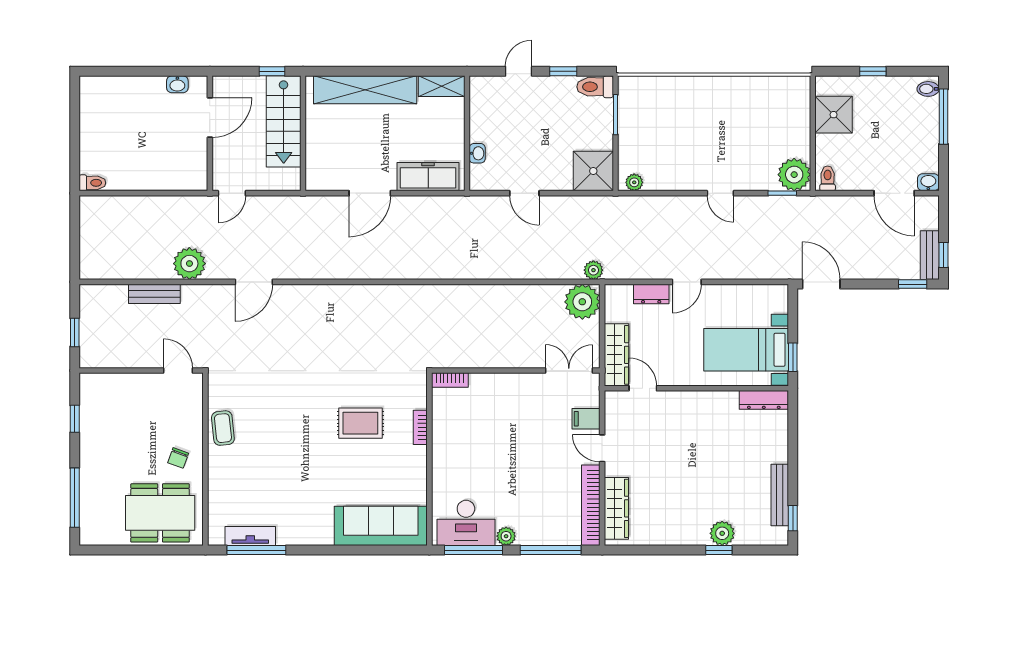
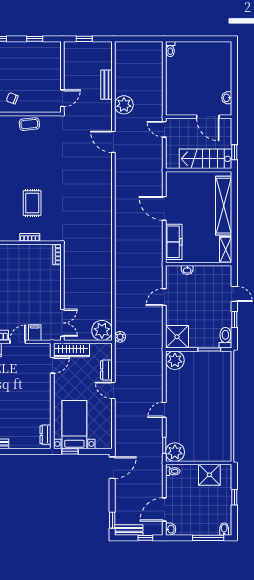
plant: (634, 182) -> (175, 360), width x1.87, depth x1.87
window: (944, 255) -> (145, 538), moved
dresser: (764, 400) -> (46, 435), width x0.70

